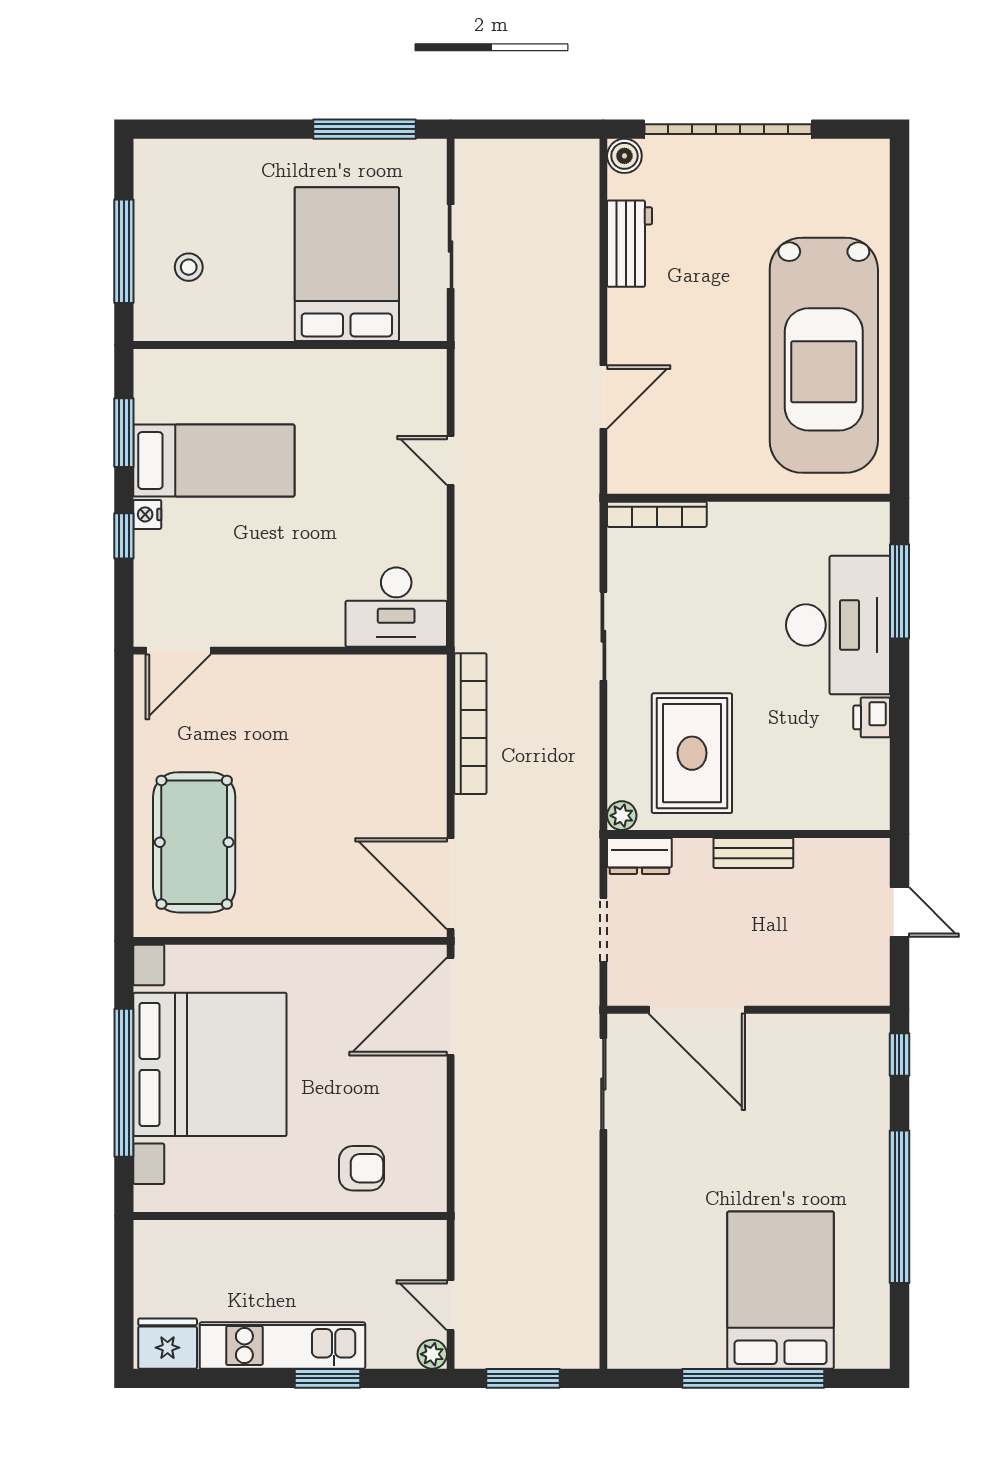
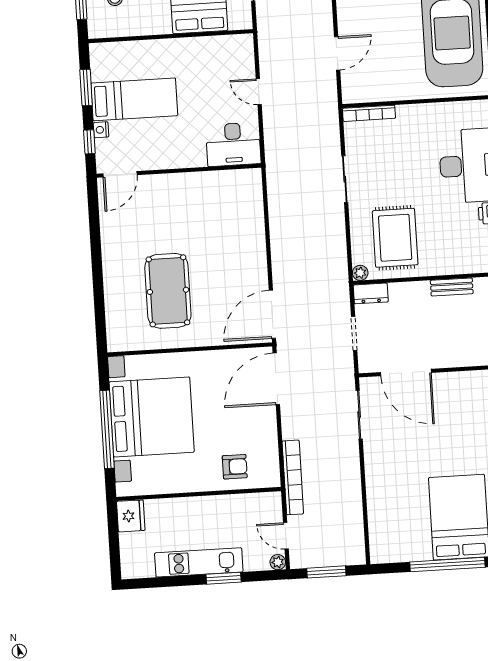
desk: (396, 607) -> (233, 144), moved
door: (178, 651) -> (120, 174), moved
wall: (290, 651) -> (179, 171), moved
bookcase: (470, 724) -> (293, 477), moved
pool table: (194, 842) -> (168, 291), moved
bench: (753, 853) -> (452, 287), moved
door: (451, 884) -> (272, 314), hinge flipped
fridge: (168, 1344) -> (131, 516), moved, turned 90

